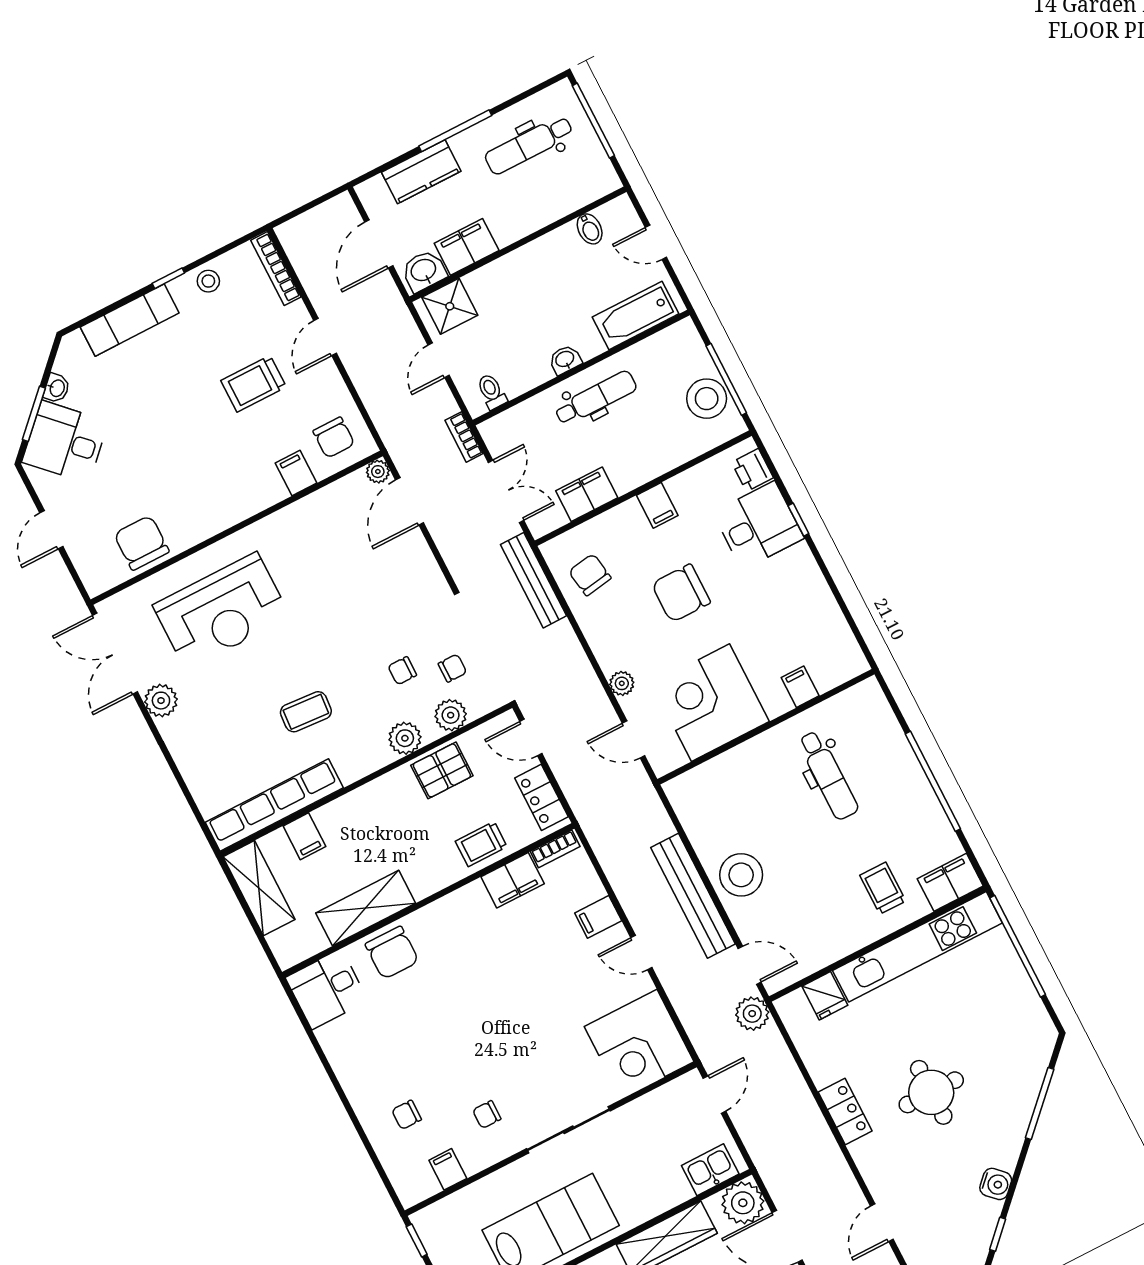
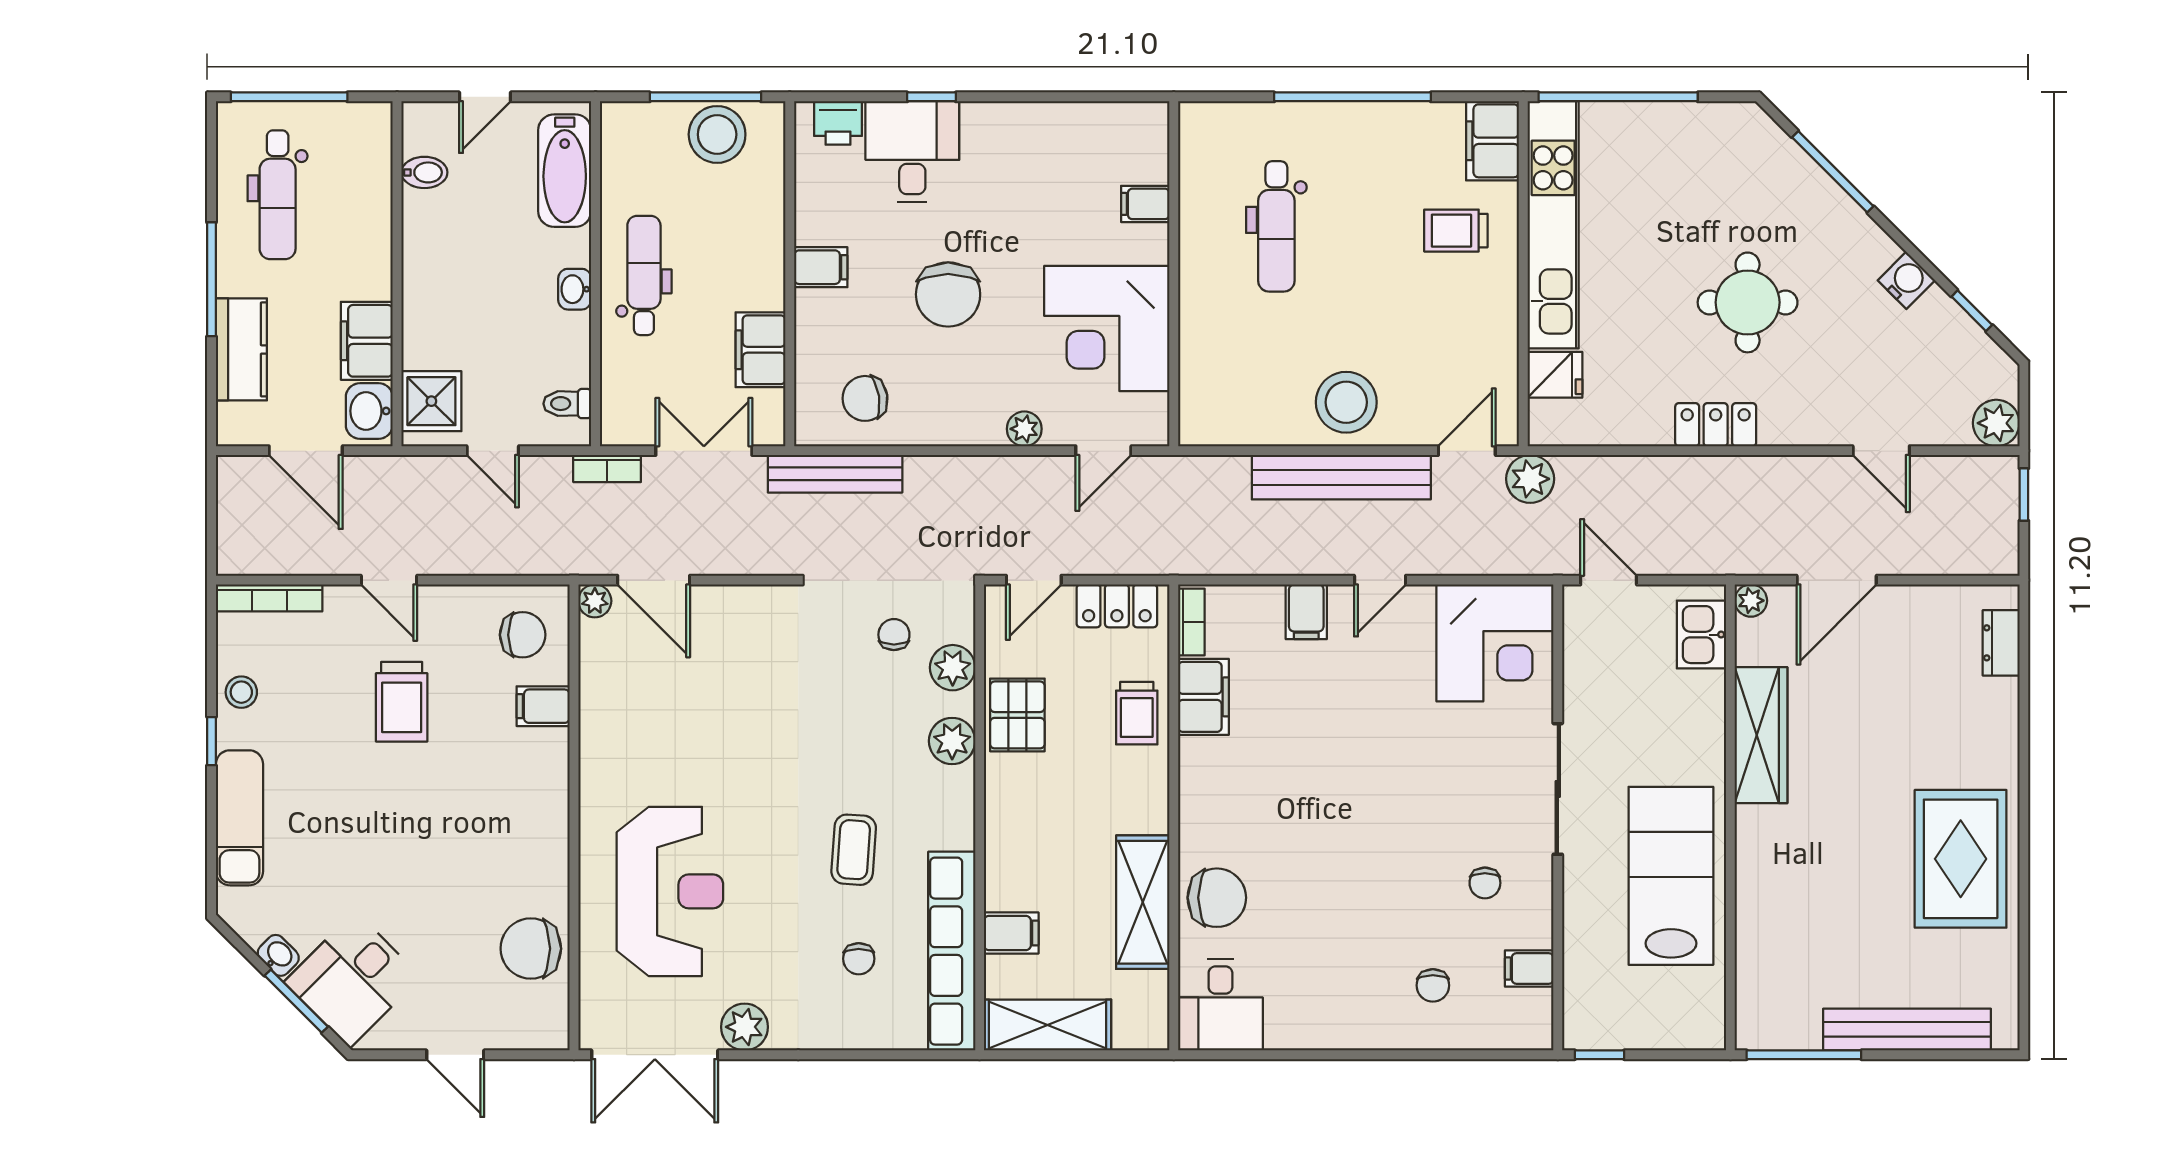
chair: (402, 671) -> (859, 959), moved
dental chair: (828, 775) -> (1276, 226), turned 90
plant: (743, 1203) -> (1751, 601), width x0.53, depth x0.53

